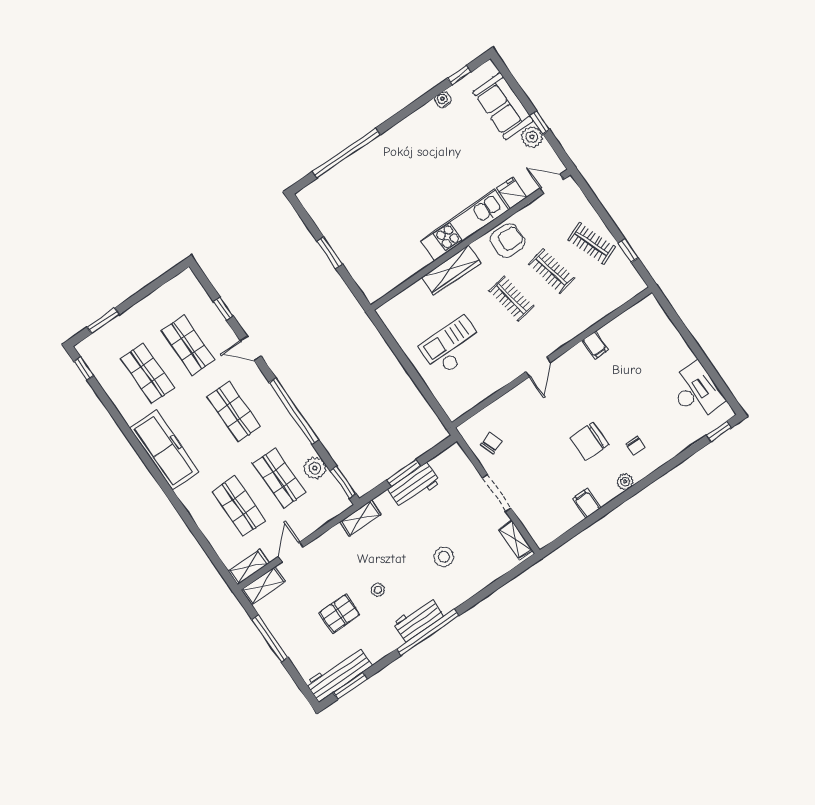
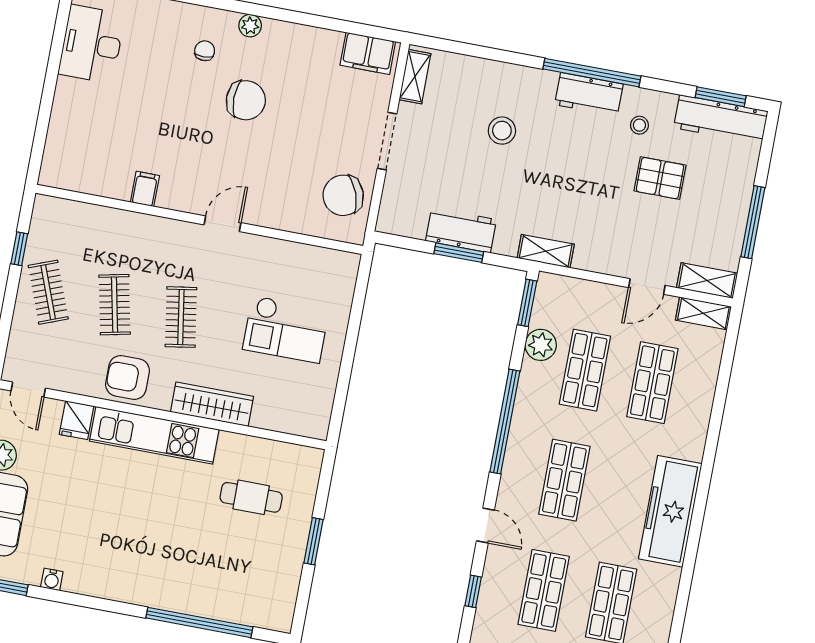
cafe table: (384, 243) -> (251, 497), added
chair: (491, 443) -> (343, 195), width x1.87, depth x1.87
filing cabinet: (587, 503) -> (368, 53), moved, width x2.00
stool: (378, 590) -> (639, 125), moved

